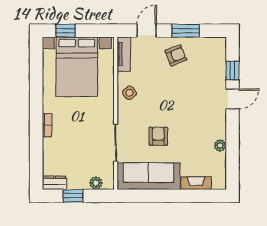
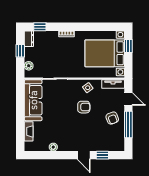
window: (186, 31) -> (128, 124), width x1.44
armchair: (158, 136) -> (84, 107), moved
window: (36, 166) -> (40, 27), added

